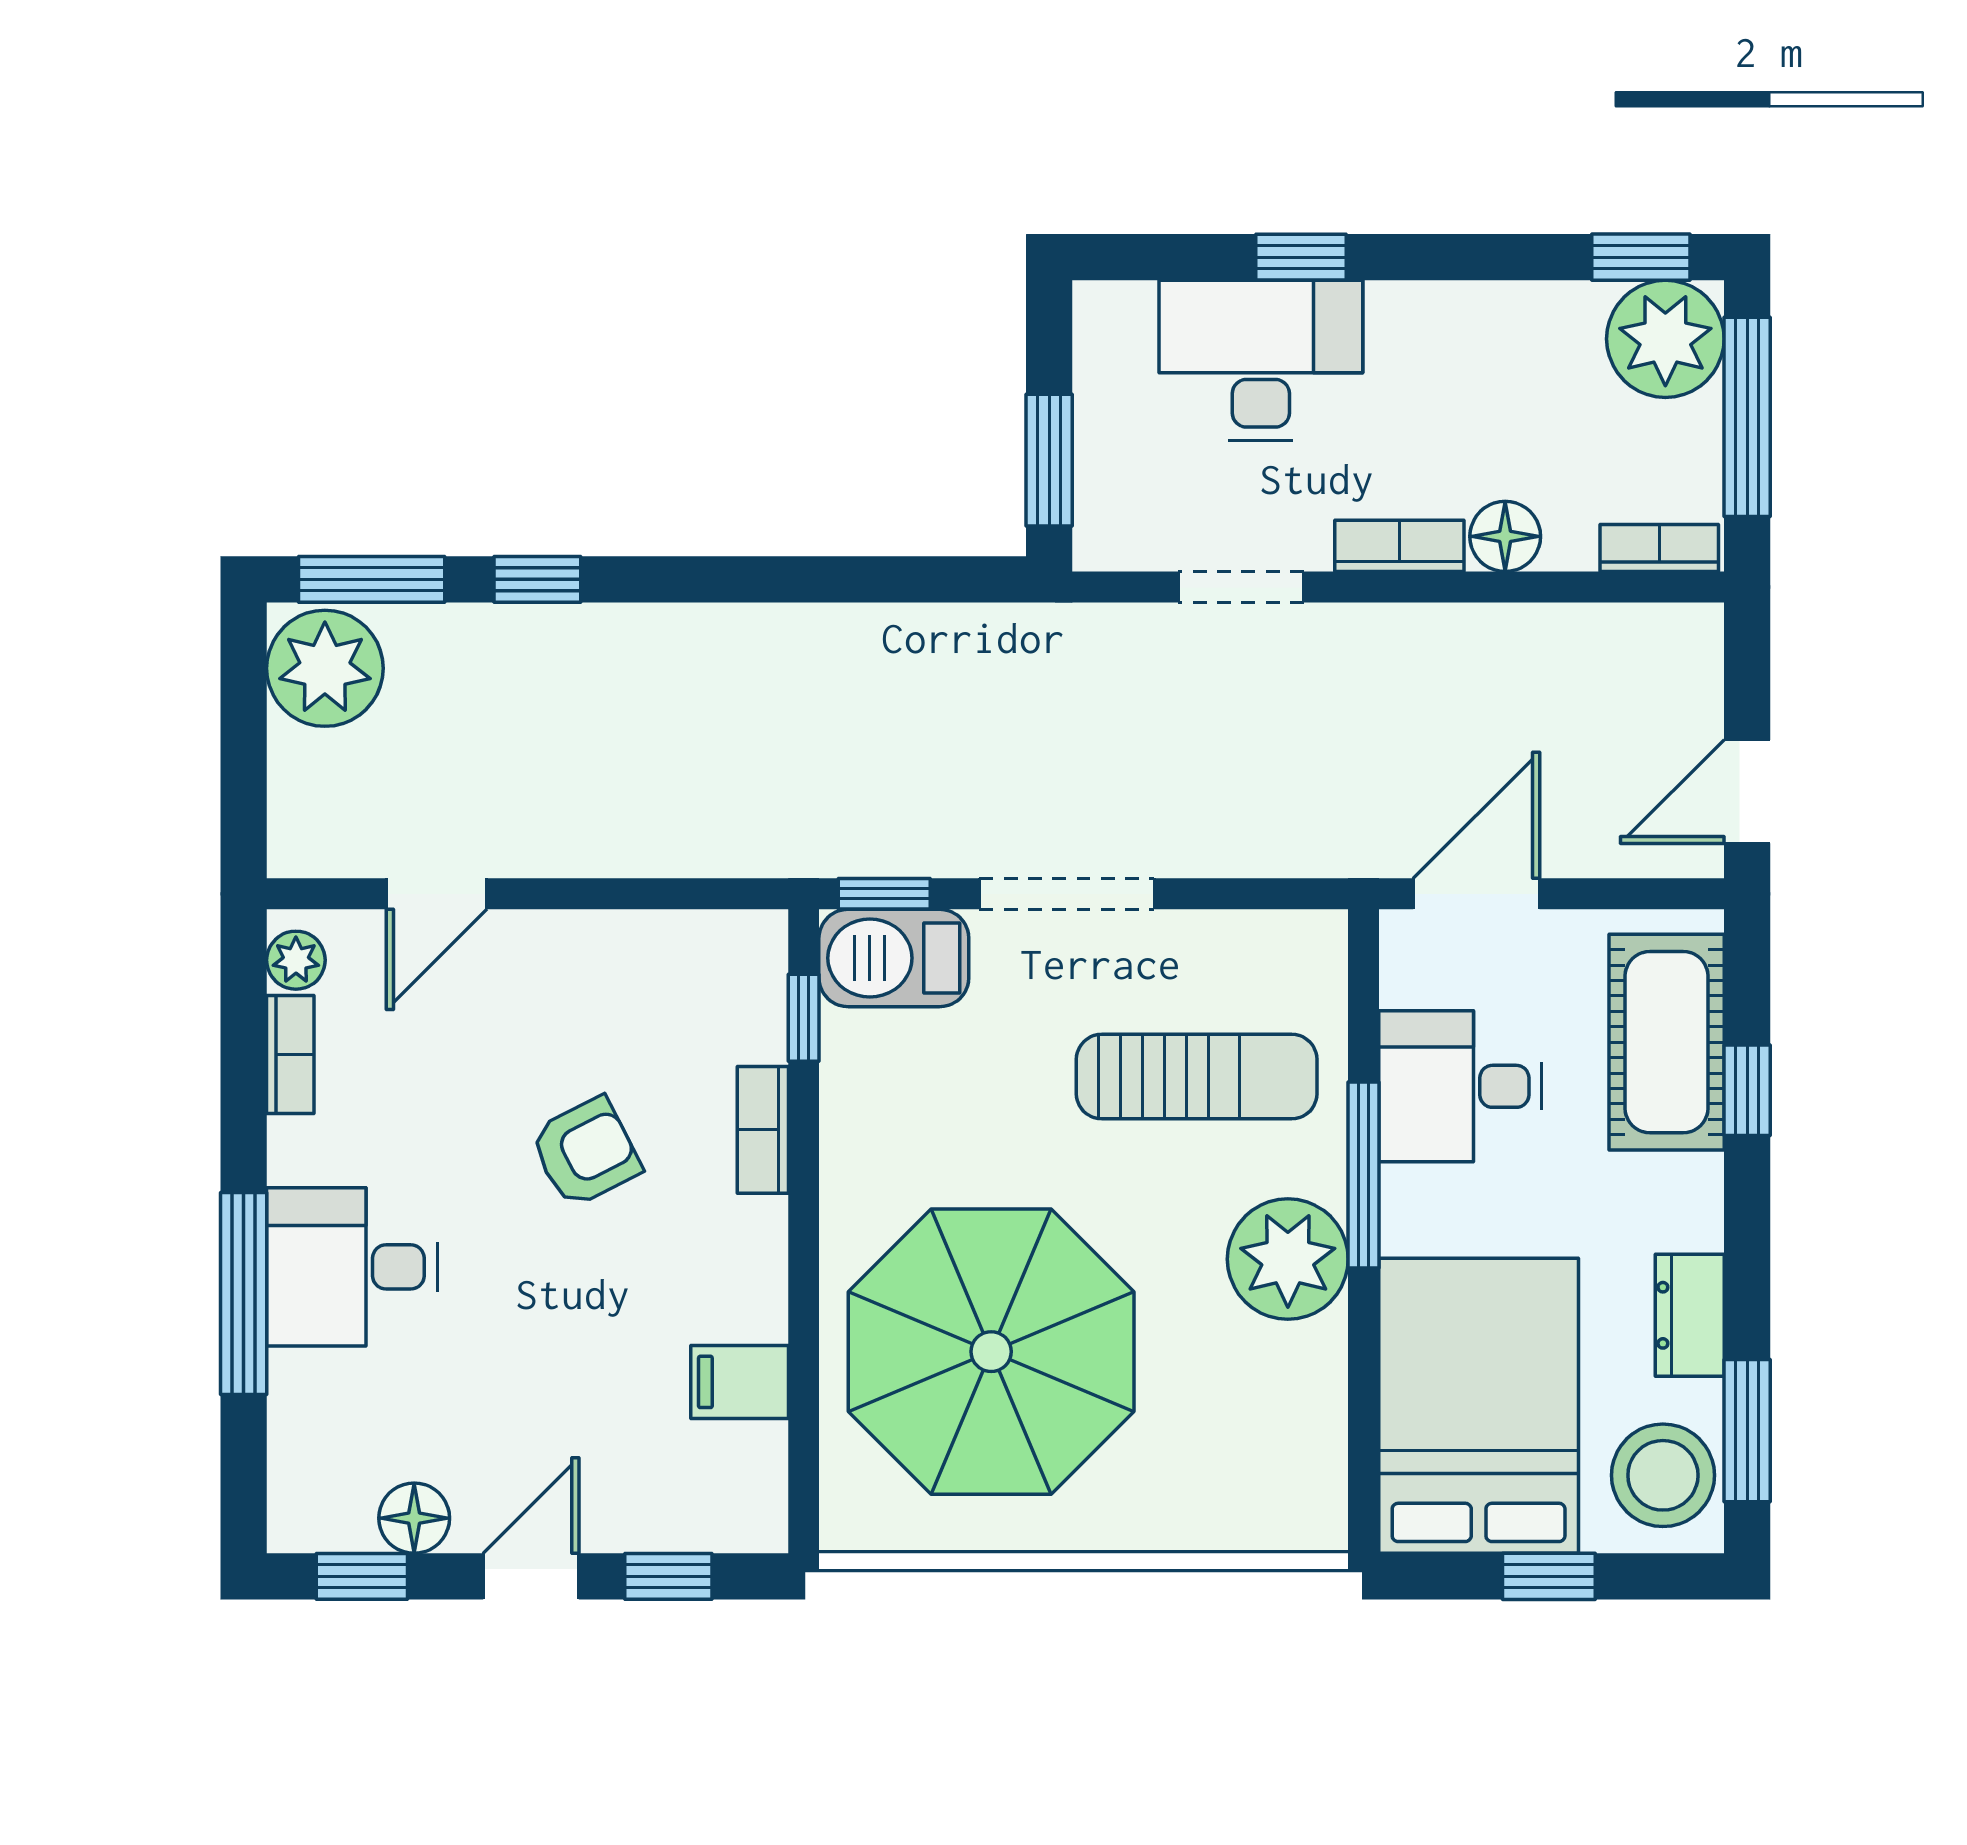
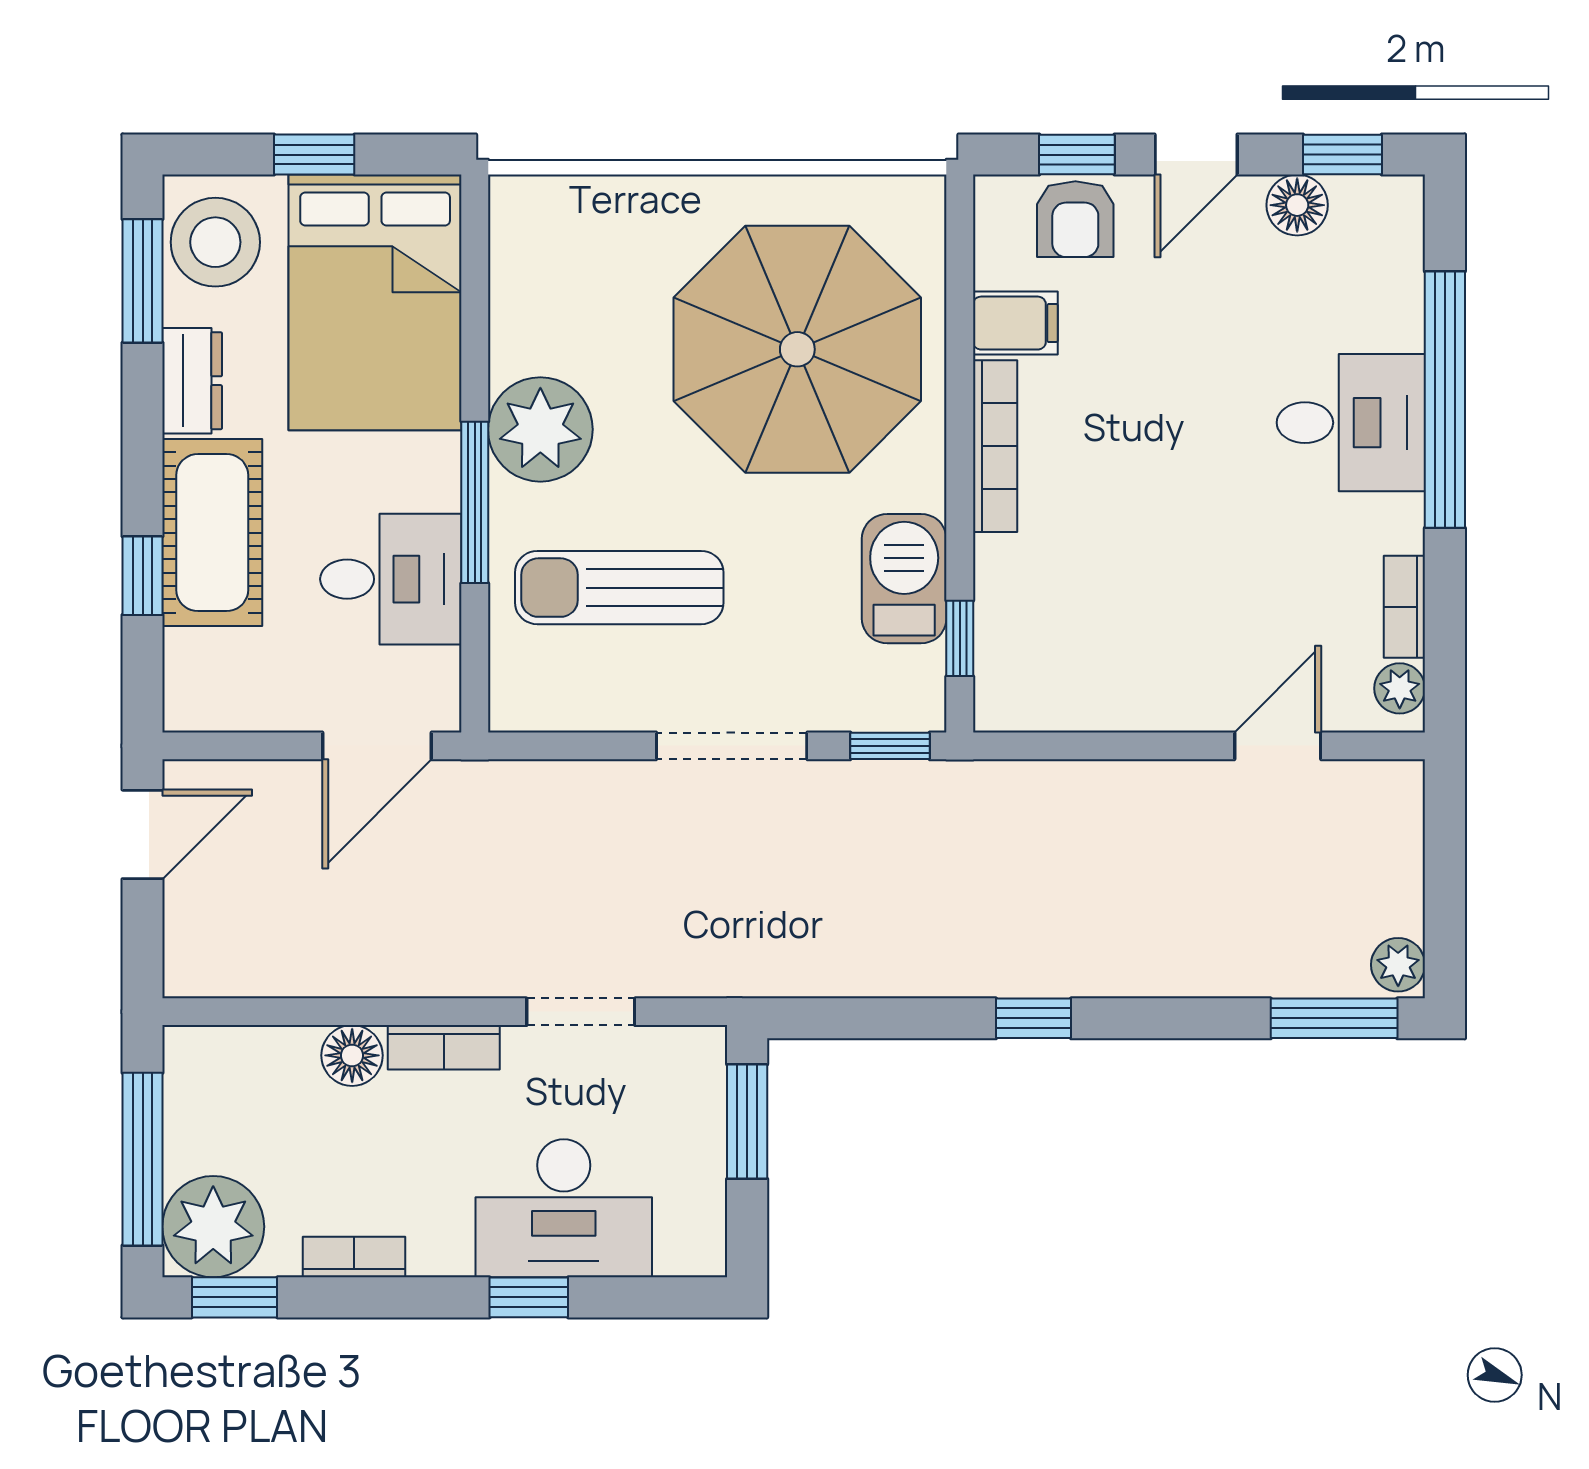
bookcase: (1659, 548) -> (354, 1257), moved, turned 180
window: (537, 579) -> (1034, 1018), moved
plant: (325, 668) -> (1398, 965), width x0.53, depth x0.53
barbecue: (894, 958) -> (904, 579), moved, turned -90
cot: (1667, 1042) -> (212, 533), moved
bookcase: (763, 1130) -> (995, 446), moved, width x1.56
armchair: (585, 1152) -> (1075, 219), moved, turned -63
window: (244, 1294) -> (1445, 400), width x1.46

